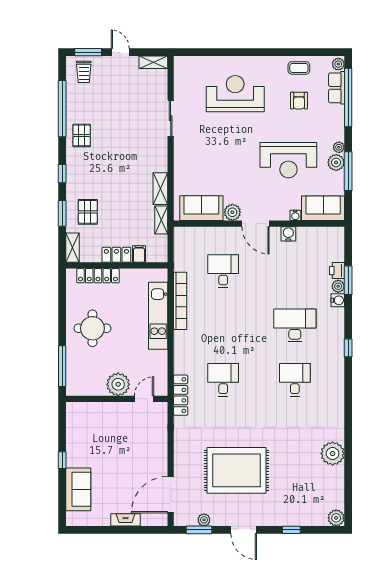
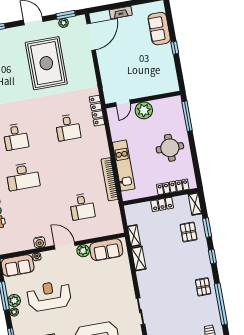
filing cabinet: (139, 254) -> (146, 208), removed
rug: (236, 470) -> (46, 63), turned 90

